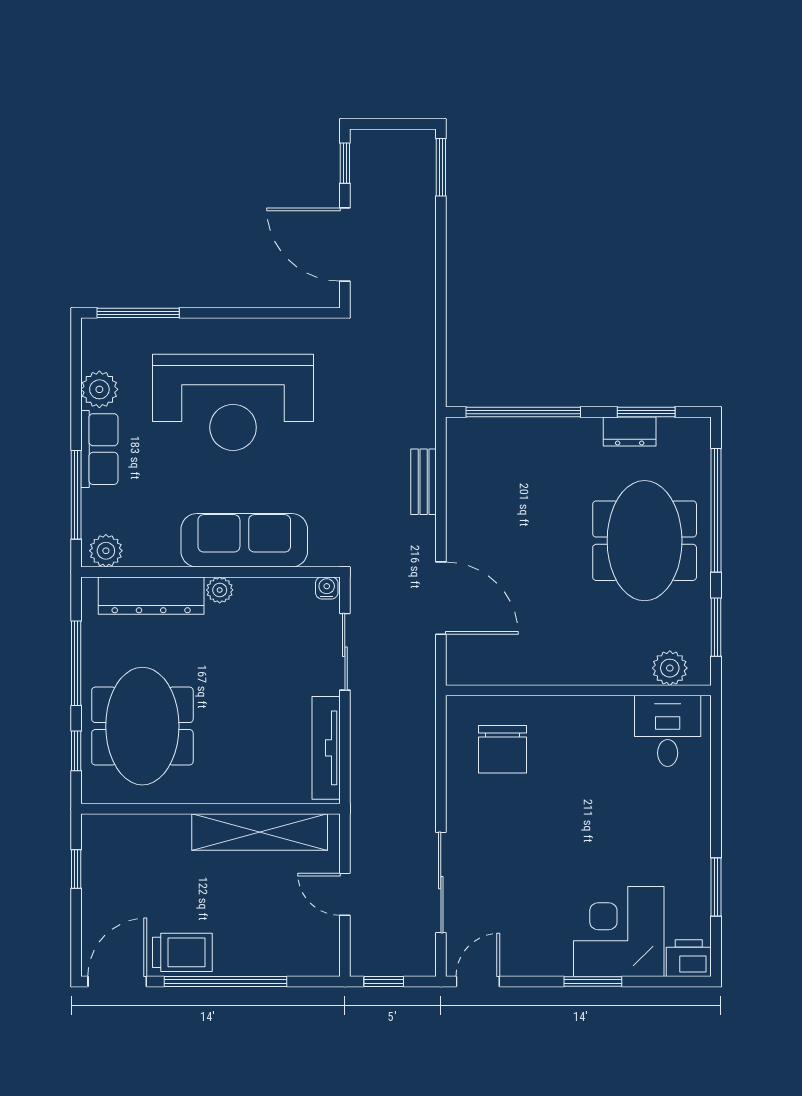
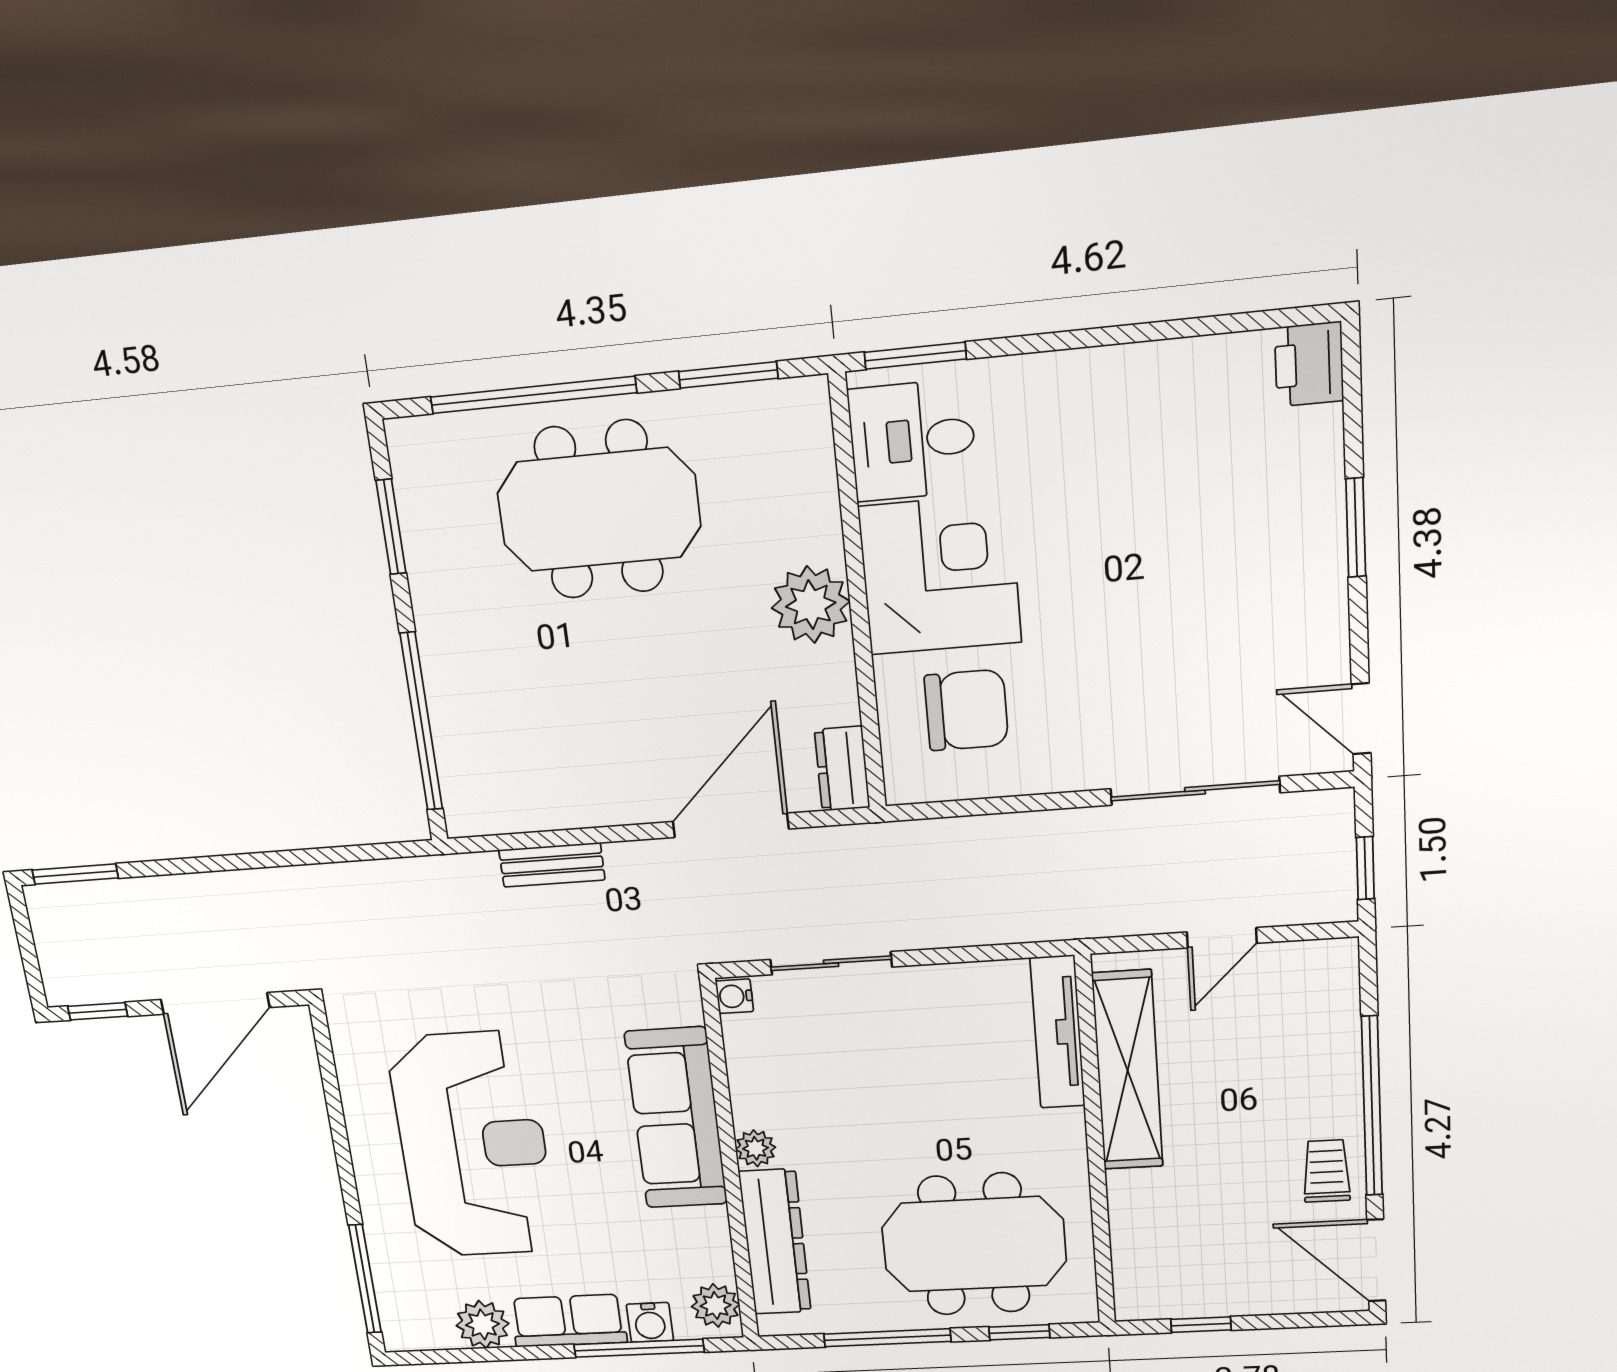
dresser: (630, 432) -> (842, 769), moved, turned 180
water cooler: (95, 505) -> (650, 1322), added
plant: (670, 668) -> (811, 605), moved, width x1.36, depth x1.36
tv unit: (326, 748) -> (1058, 1032), moved, turned 90
window: (716, 887) -> (915, 356), moved
corner desk: (619, 932) -> (940, 575), moved, turned 180
trolley: (182, 952) -> (1326, 1171), width x0.73, depth x0.72

